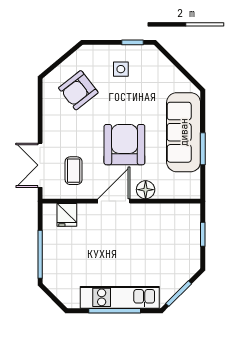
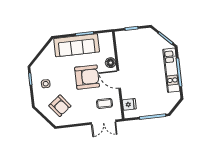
armchair: (124, 145) -> (87, 77), turned 180

